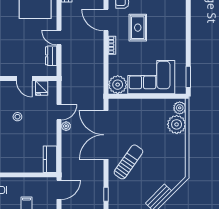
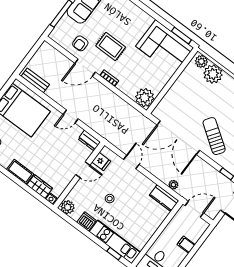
dresser: (51, 56) -> (89, 141), moved
corner sofa: (151, 77) -> (165, 47), moved, turned -90
plant: (66, 126) -> (173, 185), moved
door: (59, 190) -> (194, 209), hinge flipped

